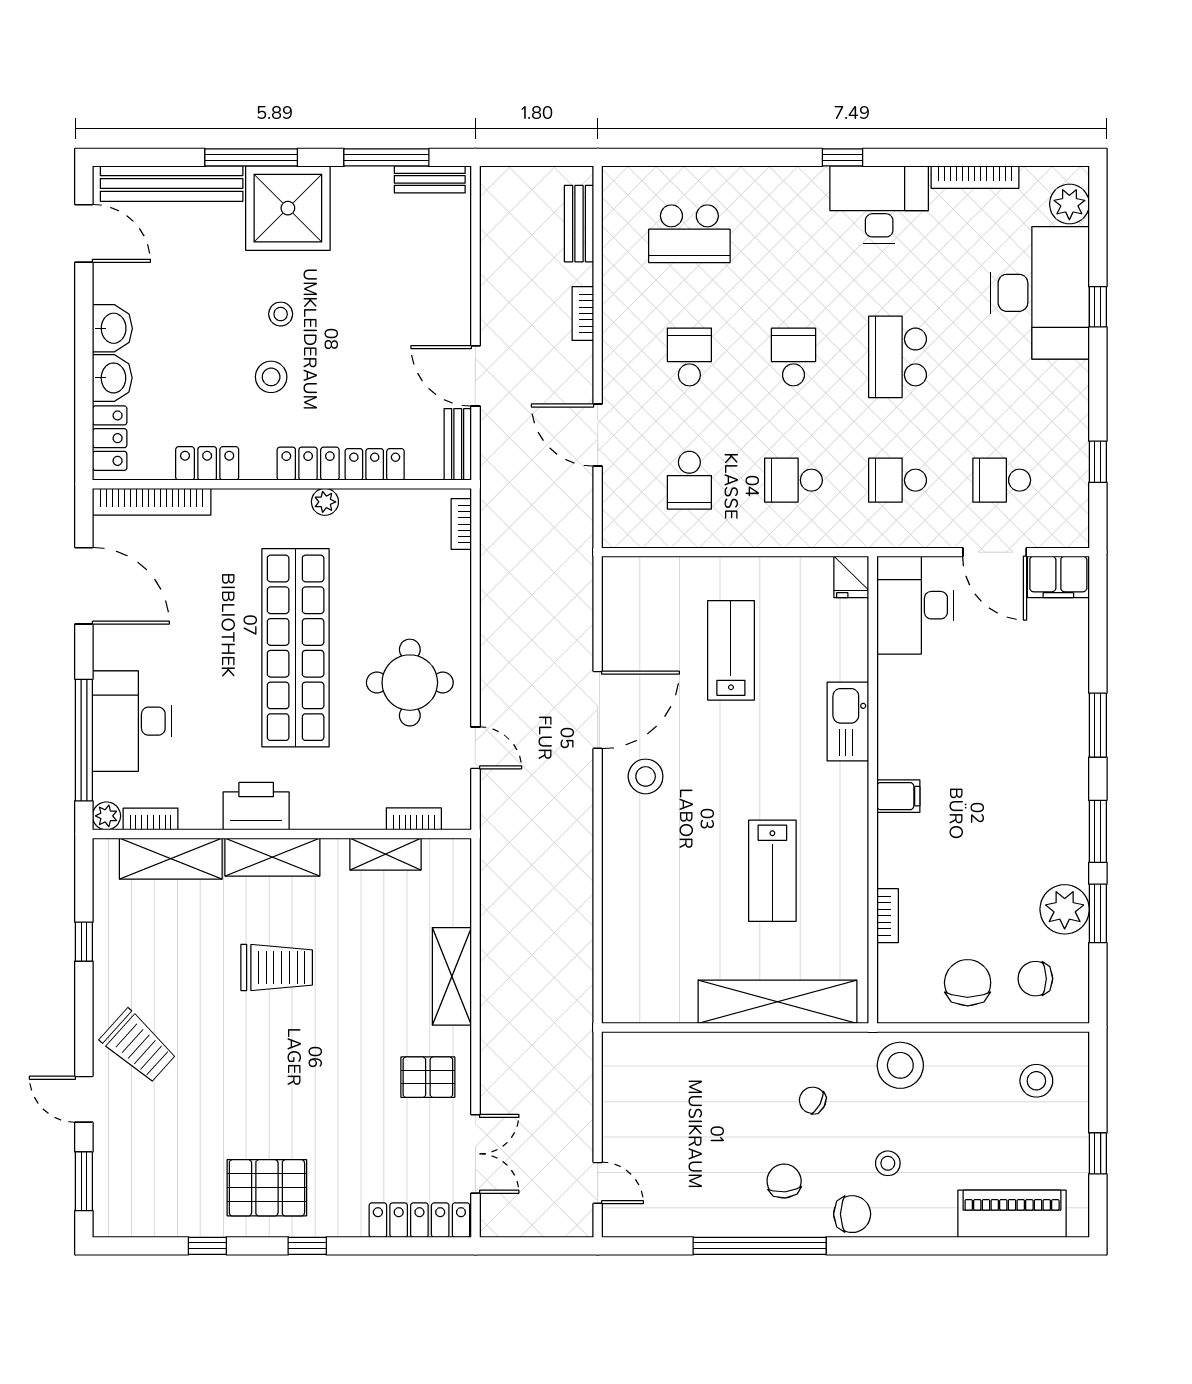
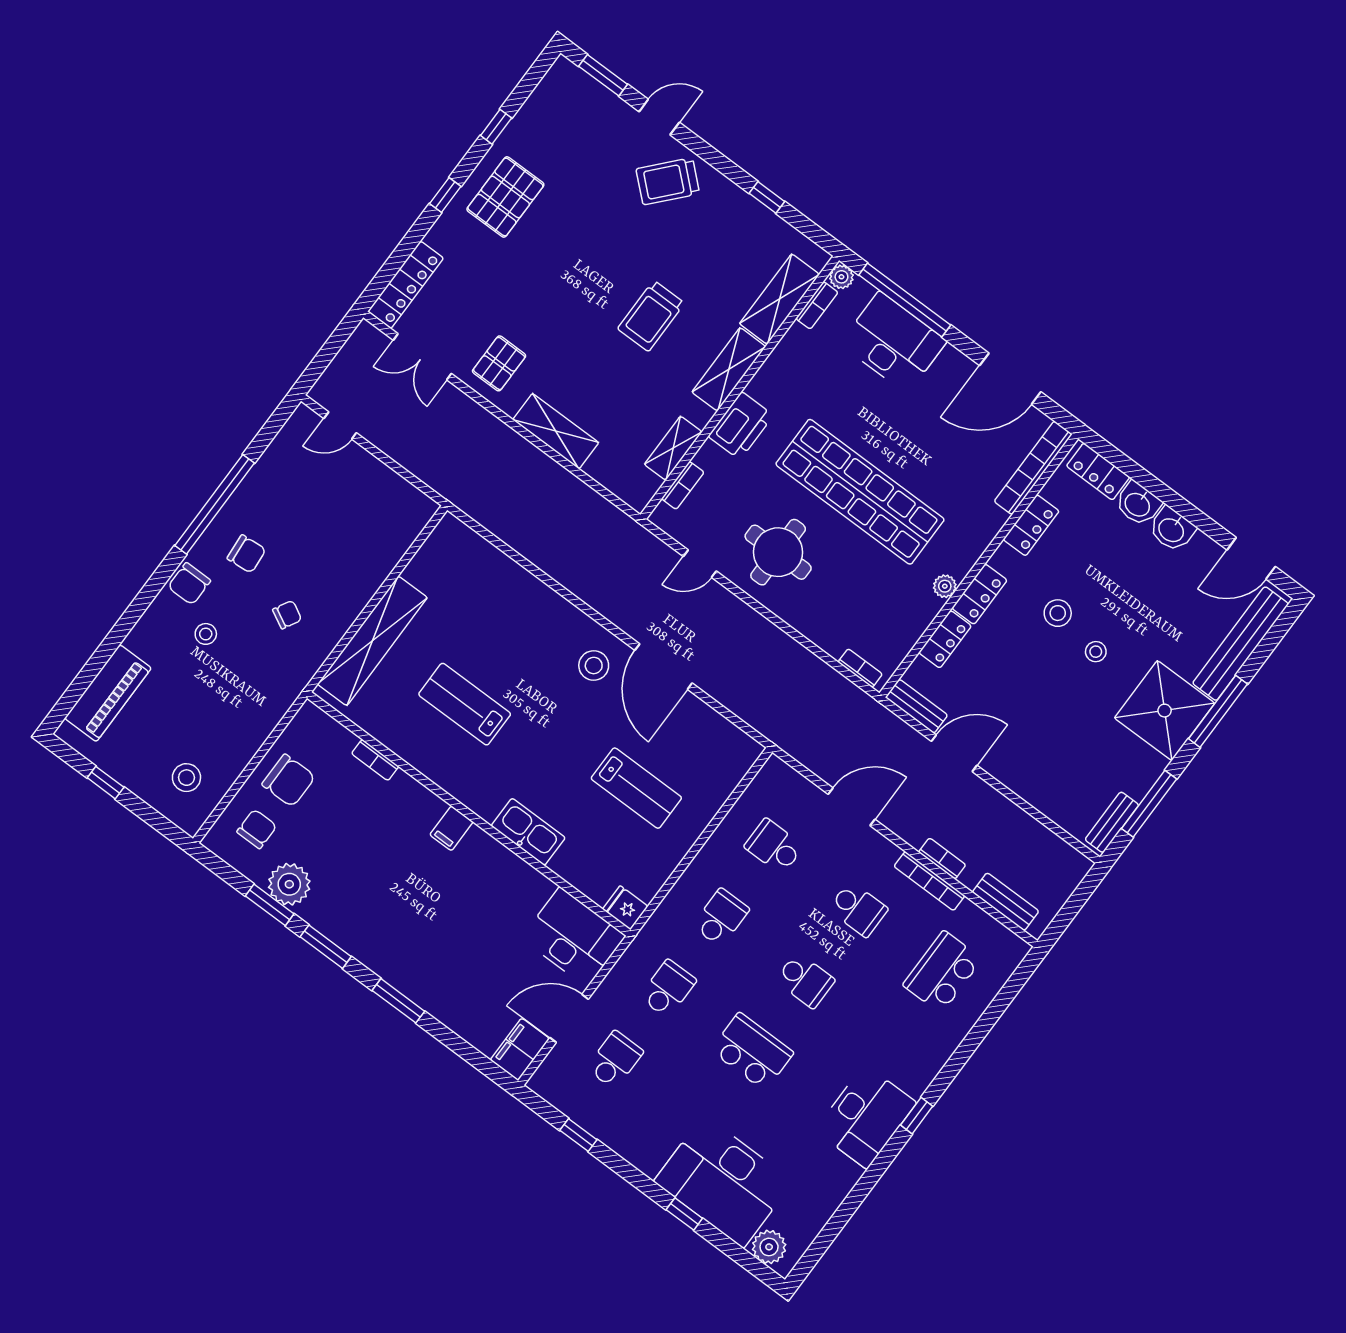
bookcase: (975, 177) -> (929, 881), moved, turned -90
printer: (256, 806) -> (741, 426), moved
stool: (900, 1065) -> (266, 692), removed

